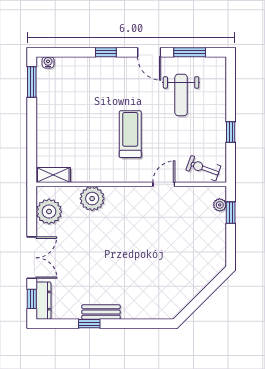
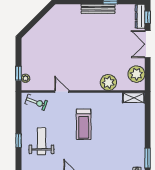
weight bench: (181, 95) -> (42, 141), moved
window: (231, 132) -> (18, 141), moved
door: (164, 184) -> (62, 92), swing flipped
bench: (101, 312) -> (98, 9), width x1.36

